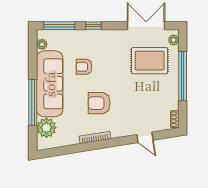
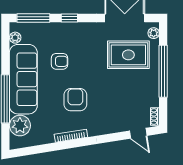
armchair: (84, 67) -> (59, 61), turned 180
armchair: (99, 103) -> (75, 100), turned 90
door: (145, 137) -> (138, 133), moved

